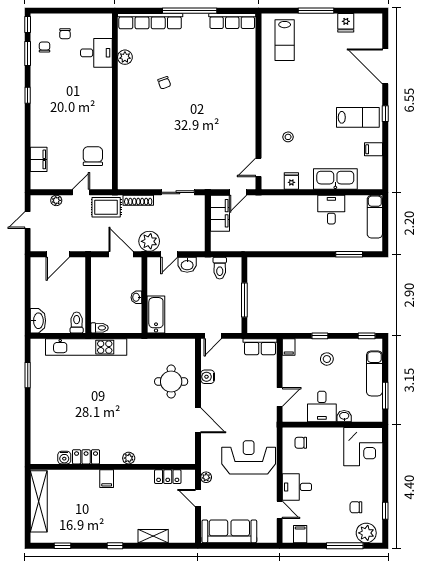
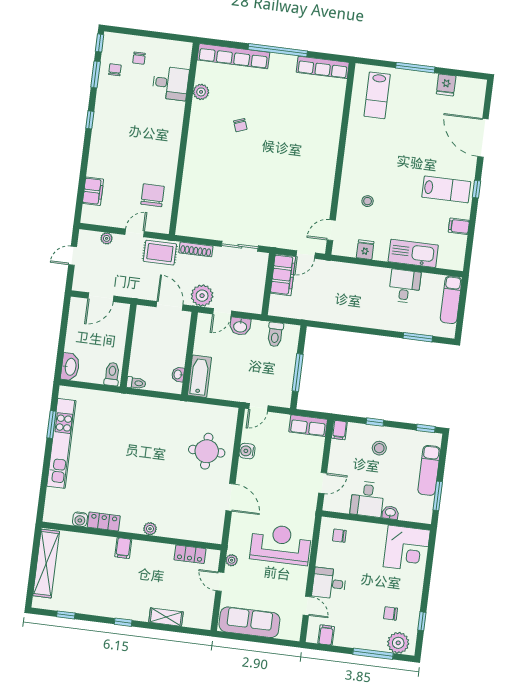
washbasin: (136, 297) -> (178, 375), moved
kitchen unit: (86, 347) -> (61, 443), moved, turned -90

